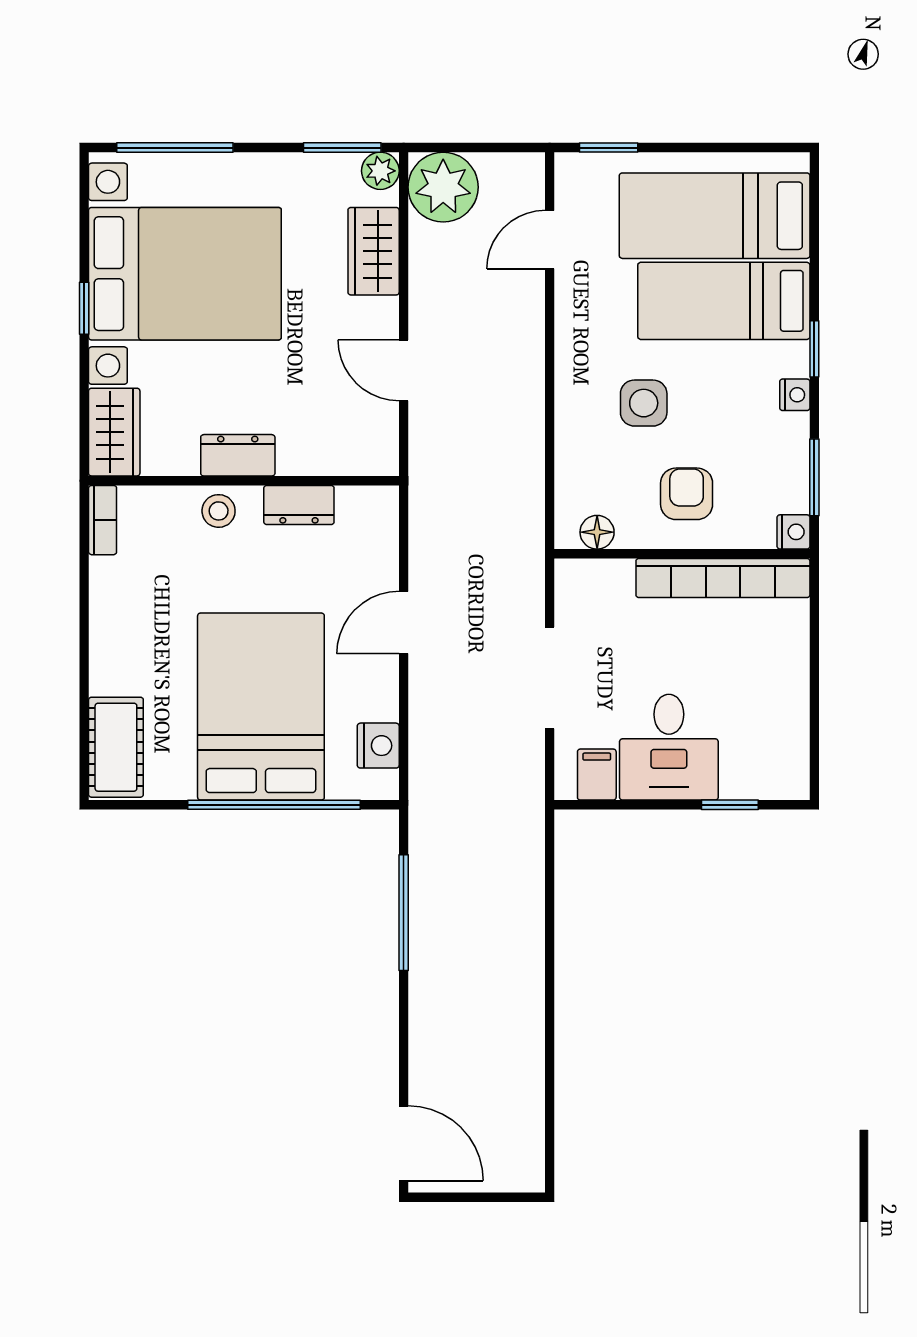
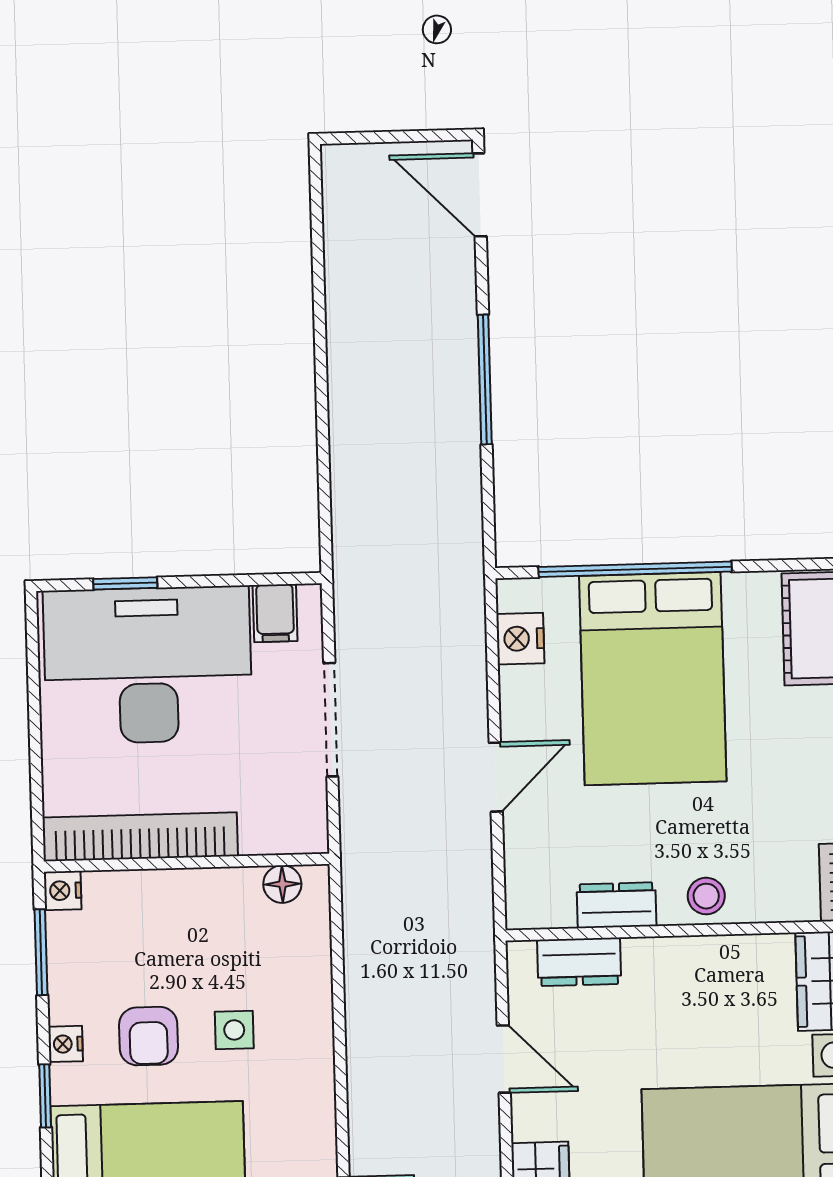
side table: (644, 403) -> (234, 1030), width x0.73, depth x0.73
dresser: (238, 455) -> (579, 962), moved
armchair: (687, 494) -> (148, 1036), moved
desk: (669, 747) -> (148, 665), width x1.87, depth x1.30
window: (404, 913) -> (485, 380), moved

